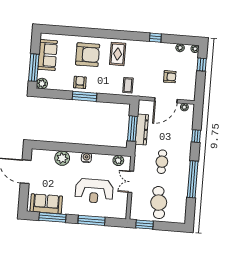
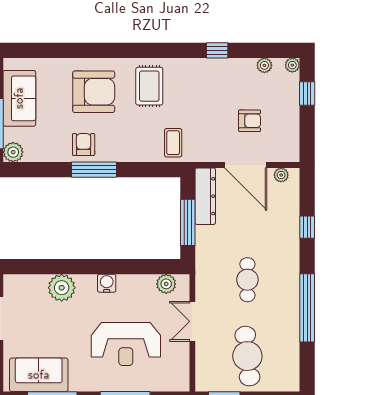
door: (166, 100) -> (246, 165), hinge flipped
dresser: (142, 129) -> (205, 196), moved

